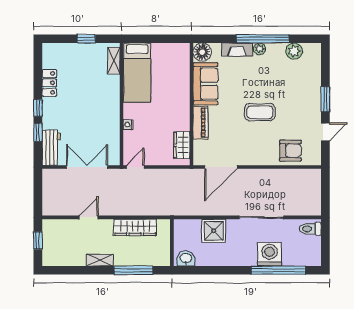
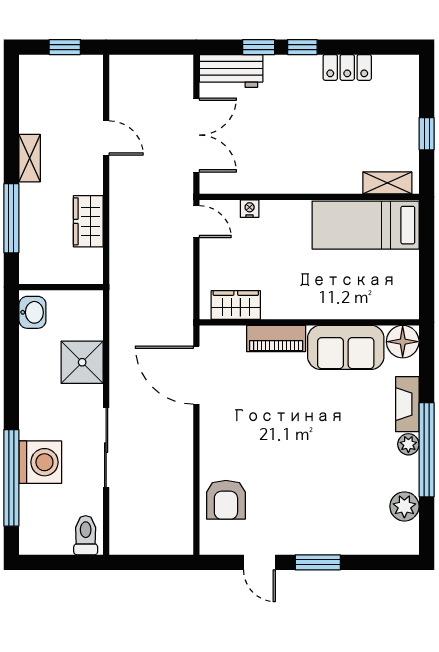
coffee table: (260, 112) -> (295, 445), removed
nightstand: (128, 125) -> (250, 209), moved
wardrobe: (135, 227) -> (88, 221), width x0.67

